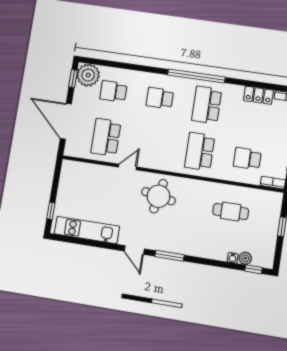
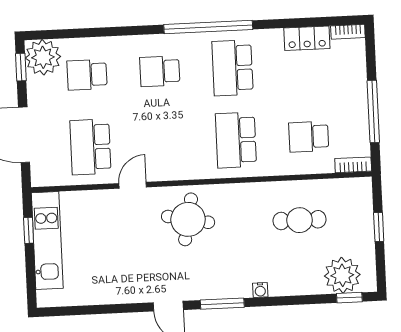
window: (51, 211) -> (29, 230), moved
kitchen unit: (87, 230) -> (47, 241), moved, turned 90
water cooler: (233, 258) -> (260, 290), moved
plant: (245, 258) -> (342, 275), width x1.87, depth x1.87

